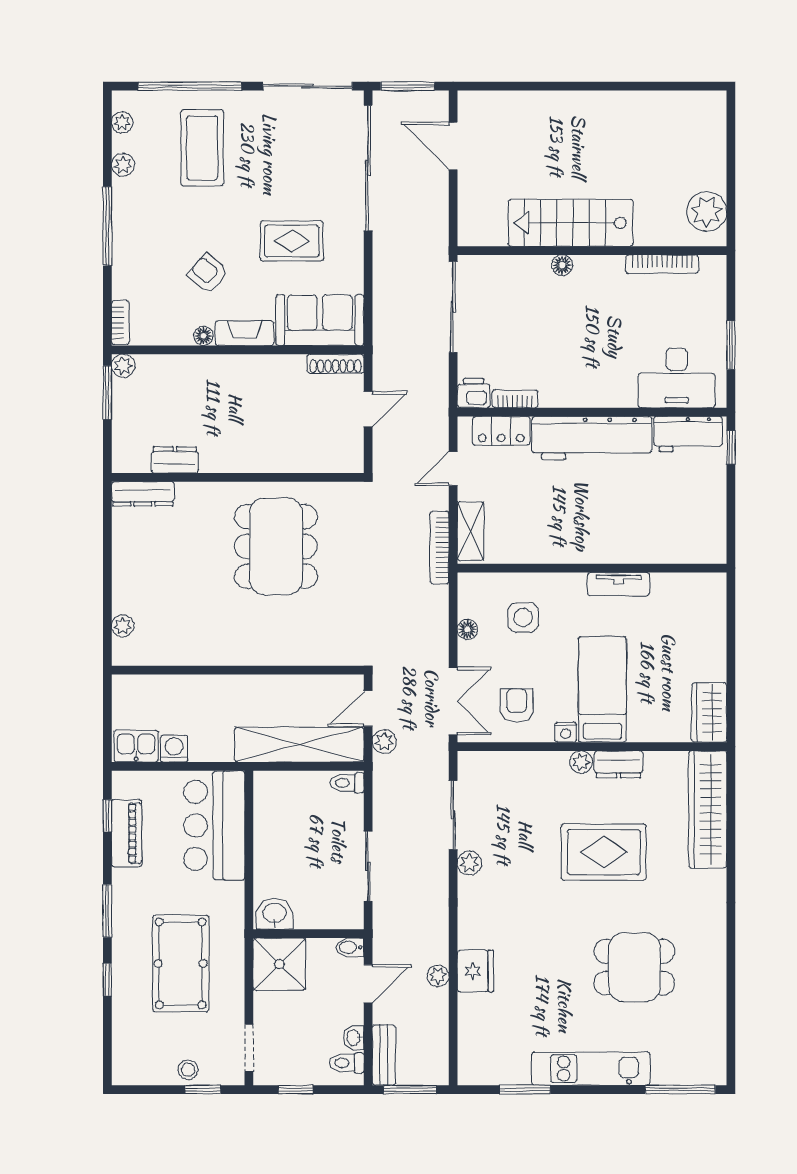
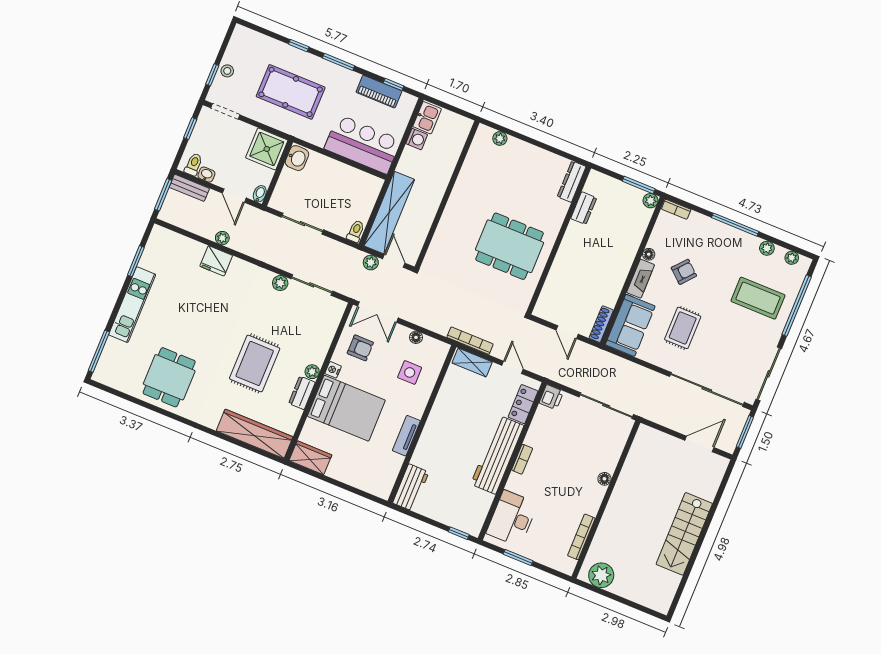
stairs: (571, 223) -> (684, 534), moved, turned 180
bookcase: (515, 399) -> (522, 459), moved
workbench: (688, 434) -> (411, 487), moved, turned 180
bed: (602, 689) -> (346, 408), width x1.50
dining table: (634, 967) -> (169, 377), moved

